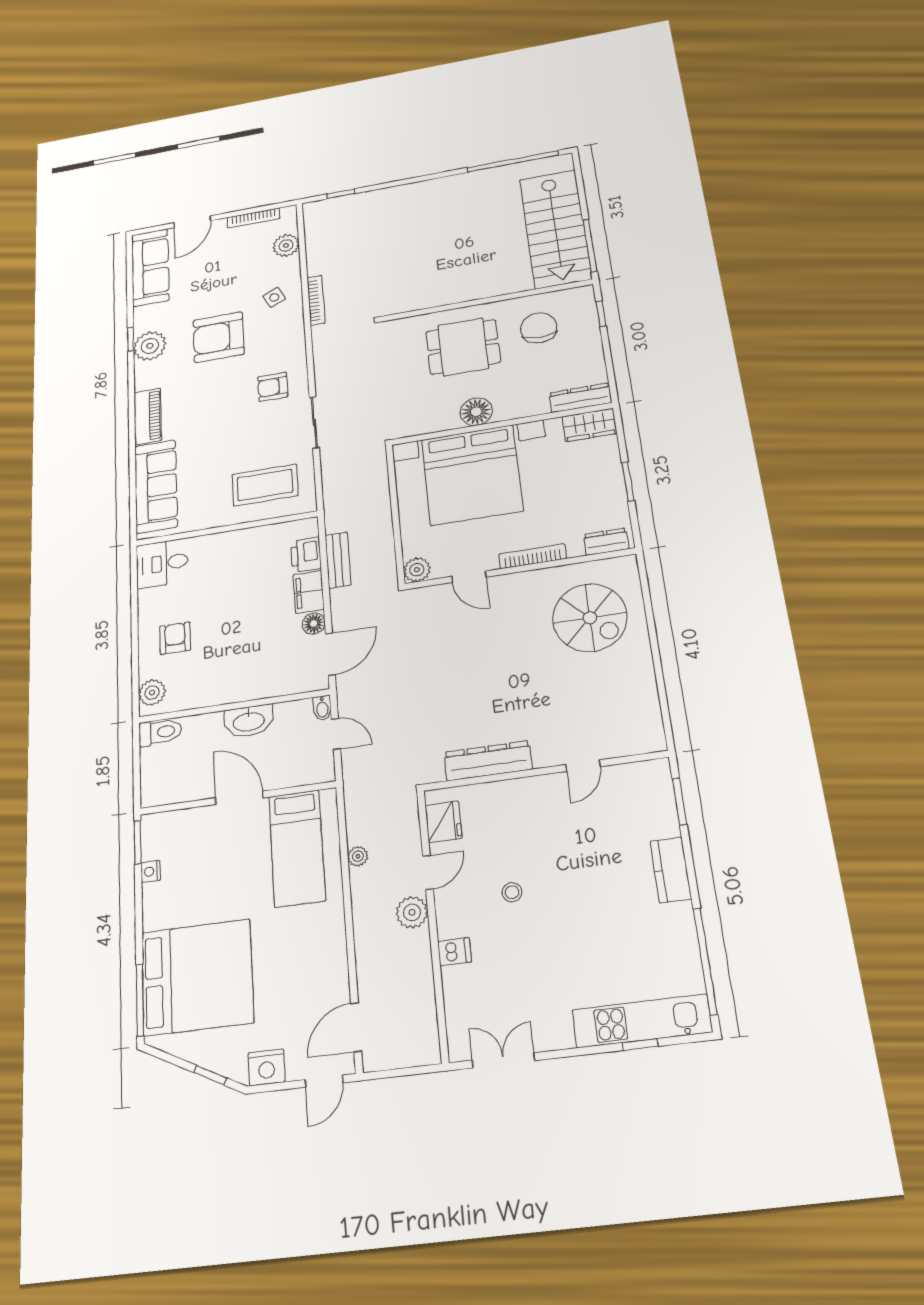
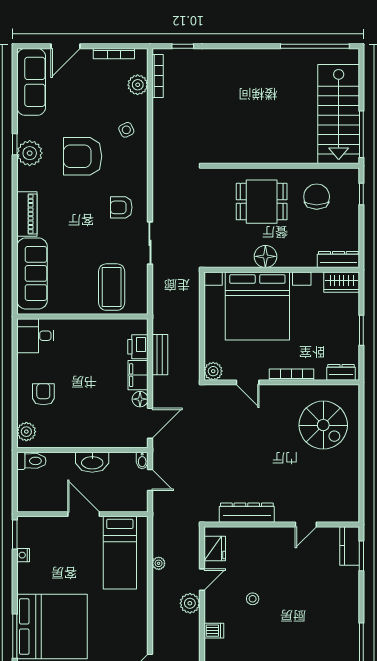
bookcase: (316, 300) -> (158, 76), moved
coffee table: (265, 485) -> (112, 287), turned 90
kitchen counter: (671, 870) -> (350, 546), moved

